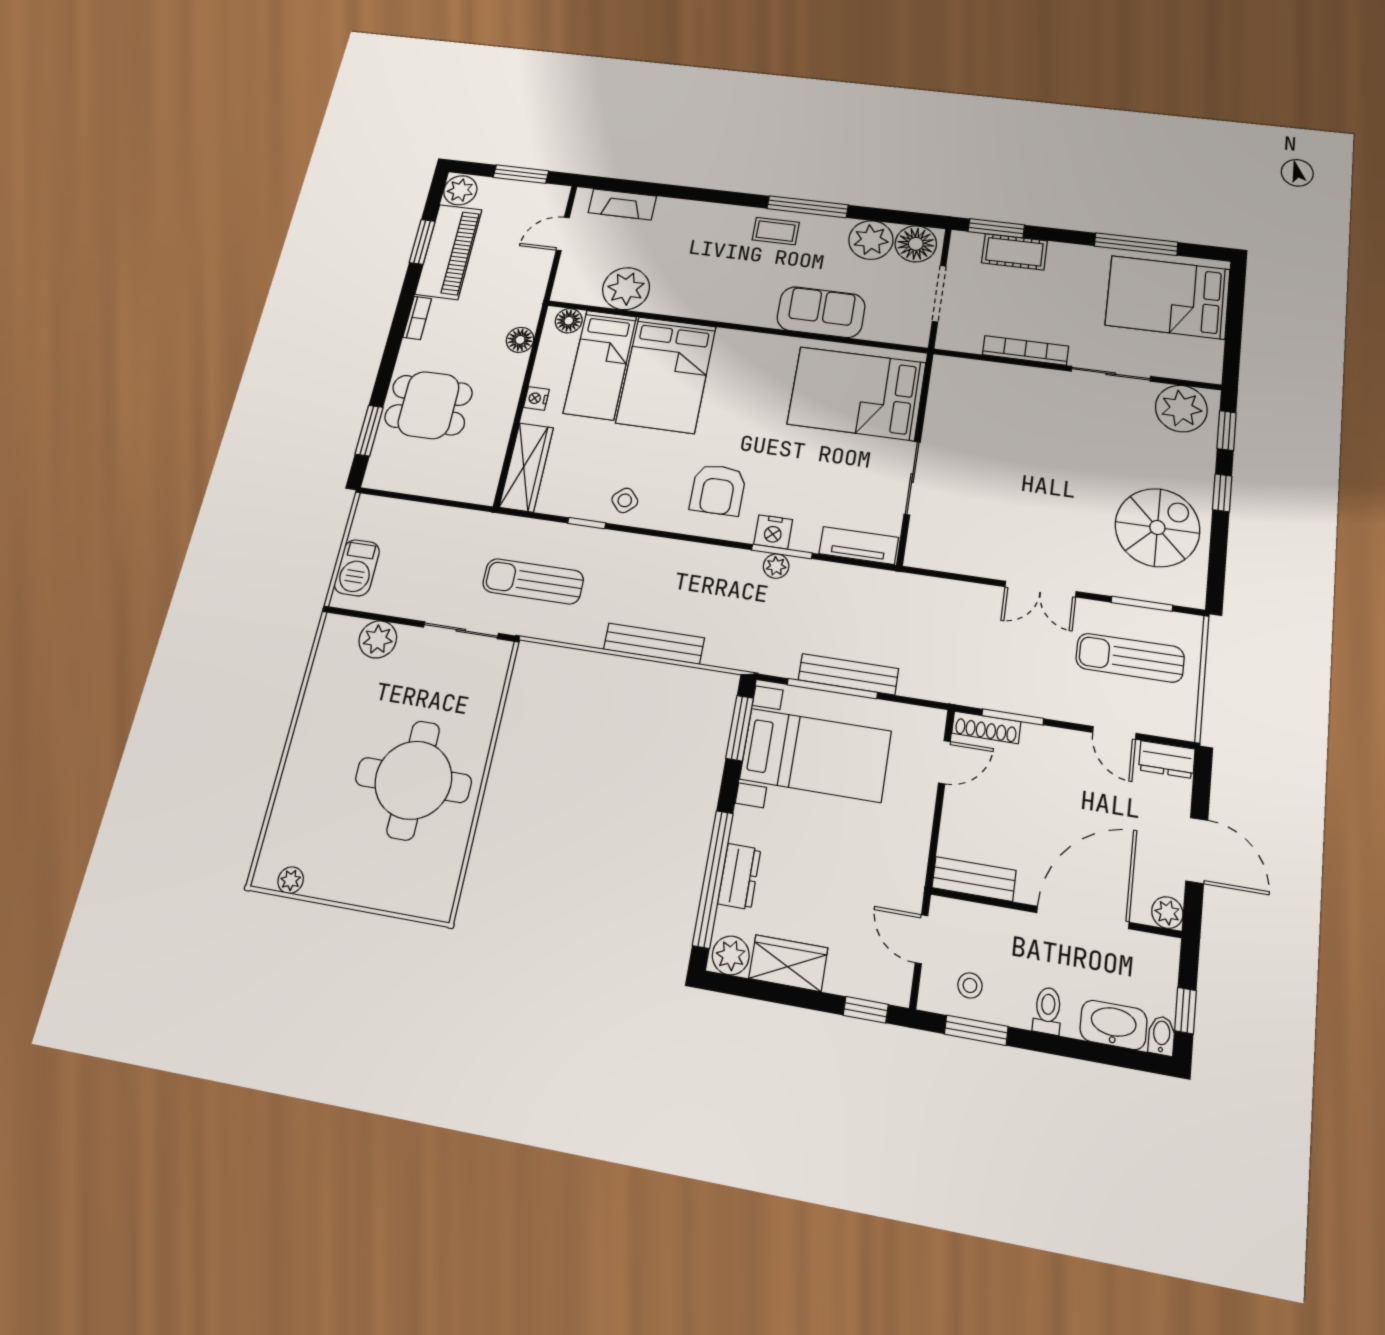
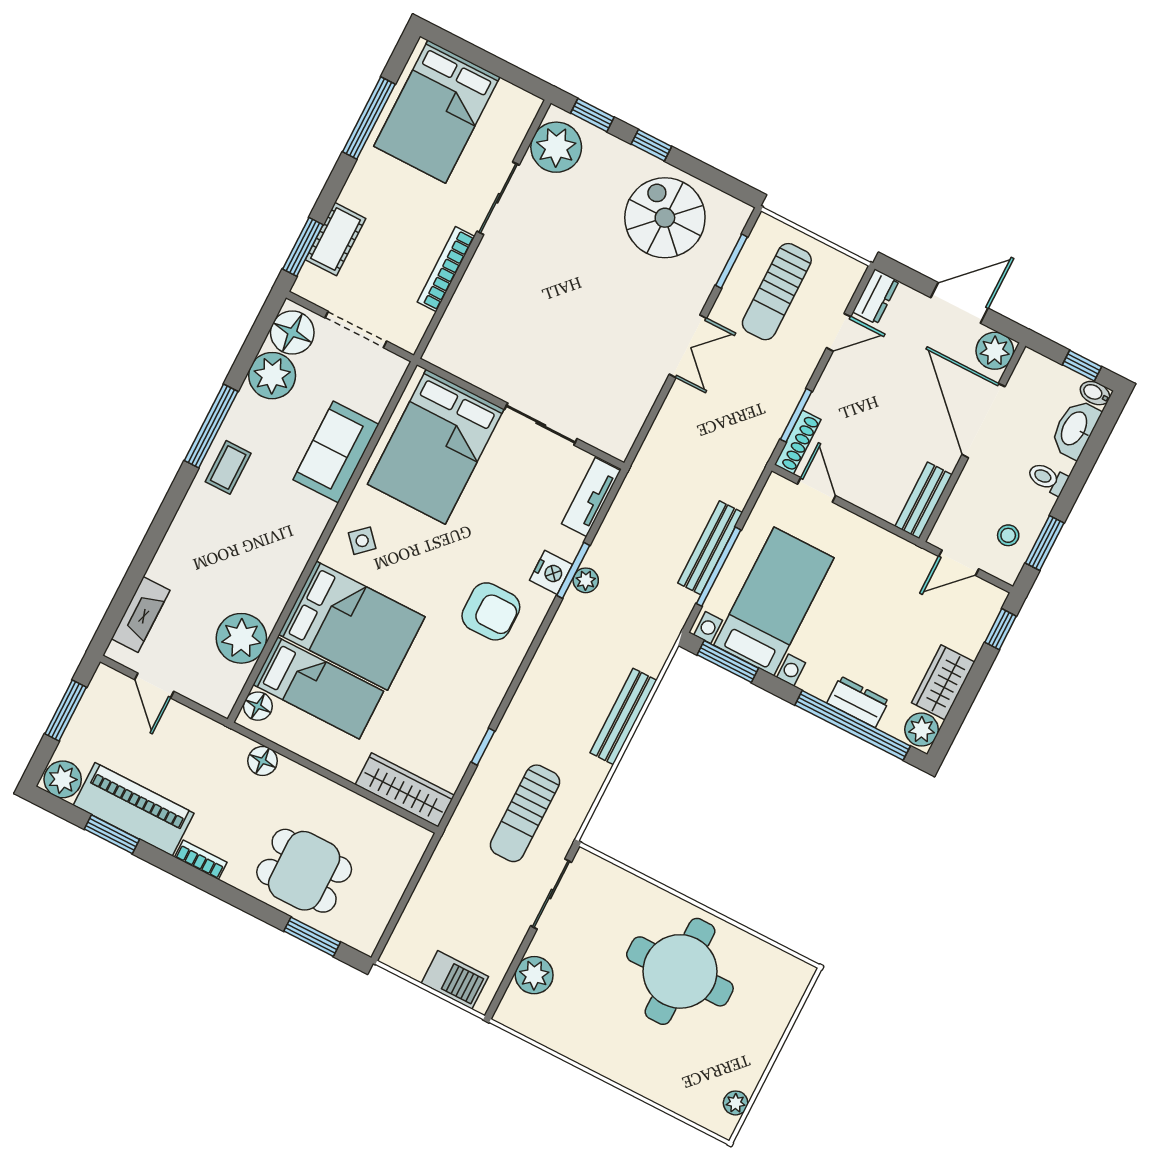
nightstand: (536, 398) -> (334, 761), removed
dining table: (429, 405) -> (304, 871), turned 90
side table: (625, 500) -> (362, 541), moved
plant: (1167, 913) -> (995, 351), width x1.38, depth x1.38

